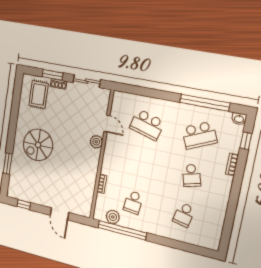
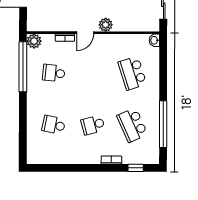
washbasin: (239, 119) -> (154, 40), moved
door: (107, 124) -> (85, 33), moved
school desk: (147, 125) -> (132, 73), turned -33
plant: (113, 217) -> (34, 41), moved

